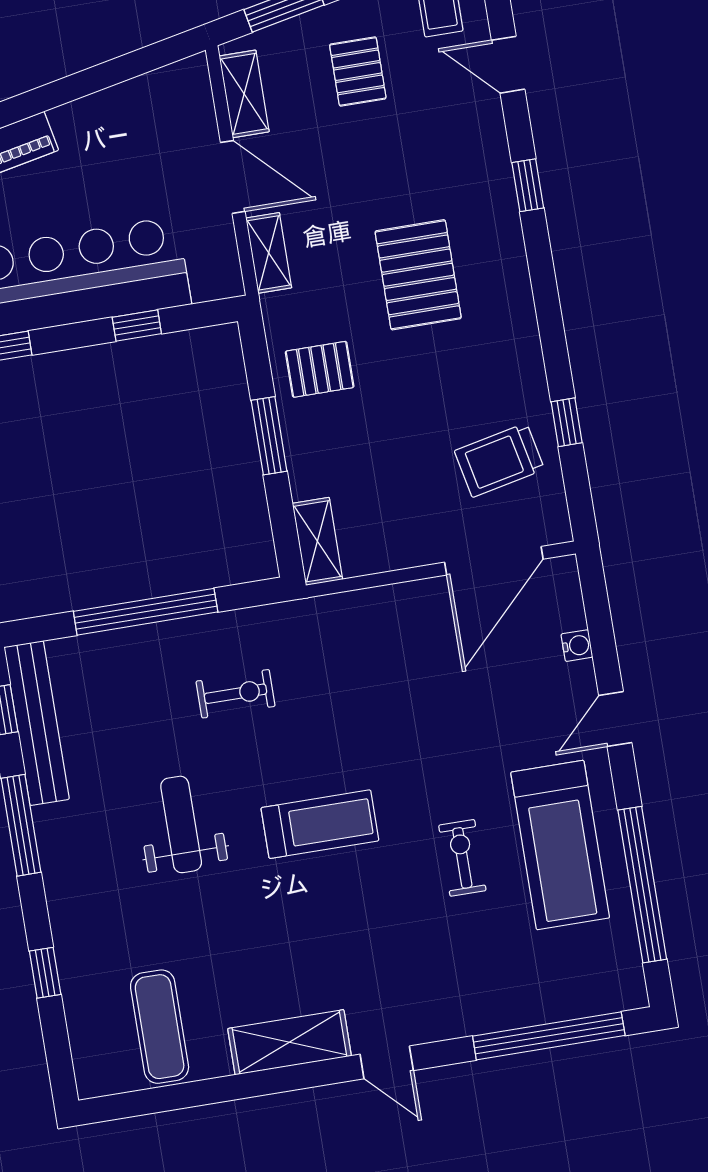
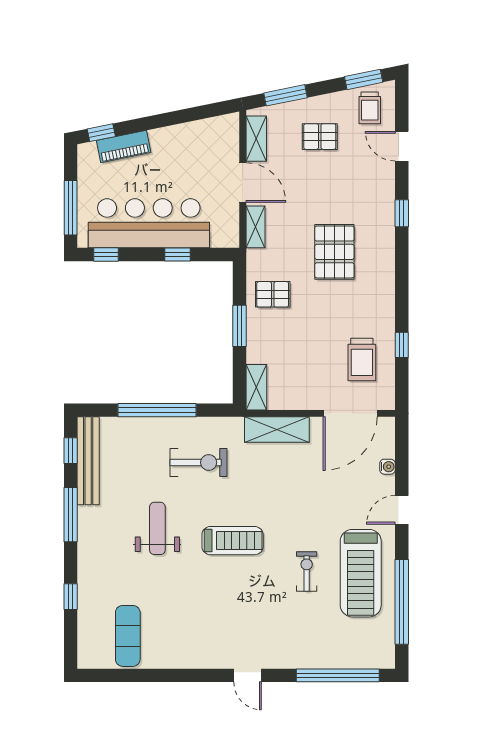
pallet: (358, 71) -> (320, 137), turned 90
trolley: (499, 460) -> (362, 359), turned -78
exercise bike: (236, 694) -> (198, 462), width x1.38, depth x1.39
shelving: (289, 1042) -> (277, 430), moved

